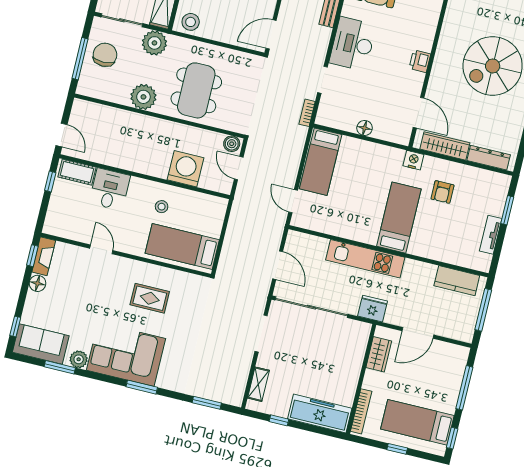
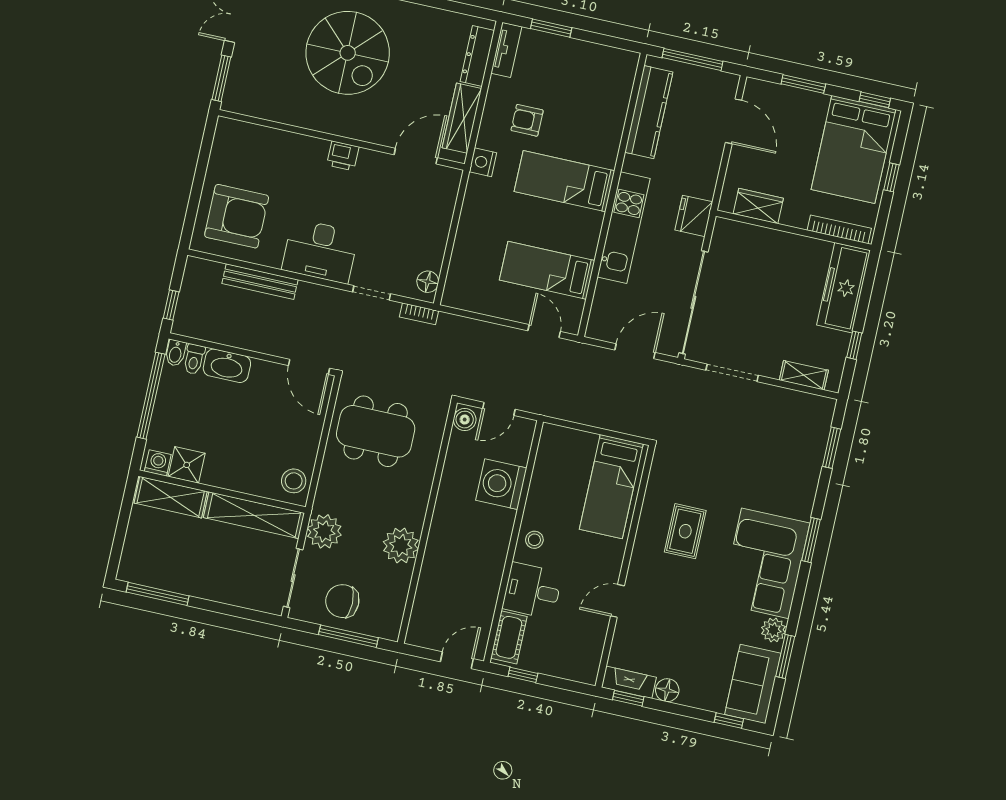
dining table: (196, 90) -> (376, 431), moved
floor lamp: (365, 128) -> (428, 282), moved
bed: (321, 162) -> (547, 270), moved, turned 180
armchair: (442, 192) -> (527, 120), turned 180
door: (293, 201) -> (544, 331), swing flipped
stool: (162, 207) -> (534, 540), moved
tv unit: (491, 235) -> (506, 50), moved, turned -90
kitchen counter: (457, 281) -> (649, 112), width x1.50
door: (418, 333) -> (734, 121), moved
window: (464, 388) -> (803, 84), width x0.69
bed: (417, 422) -> (853, 149), width x1.50

